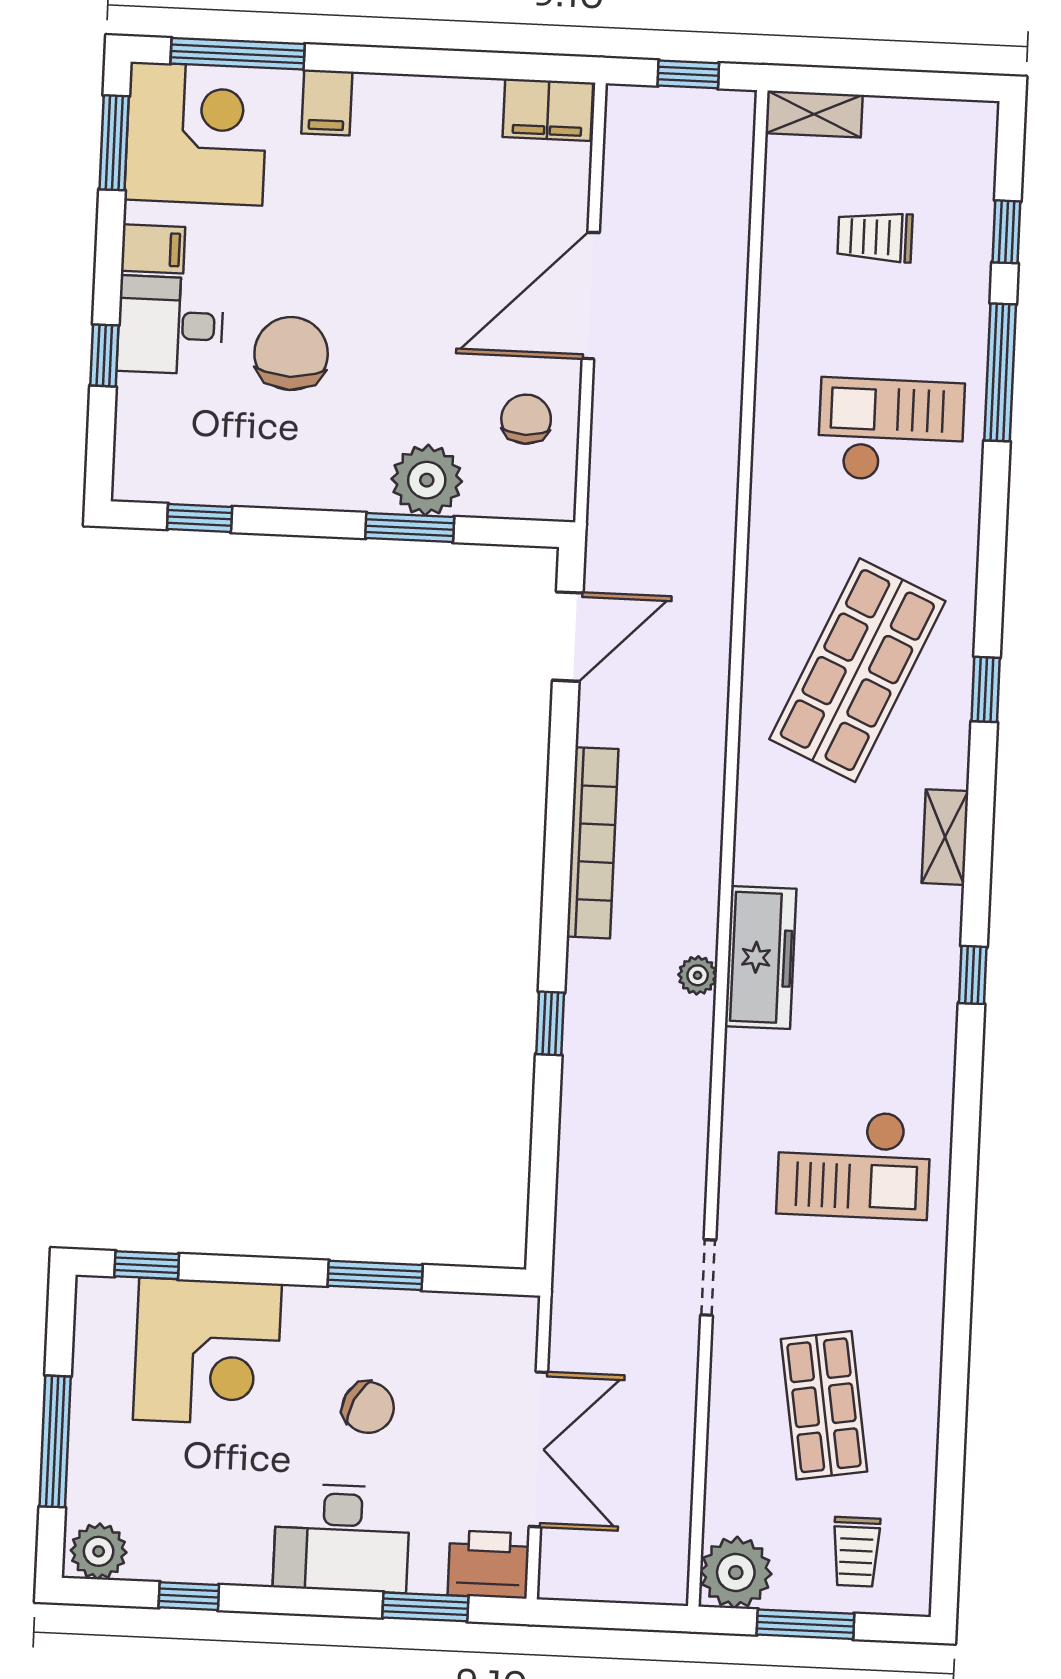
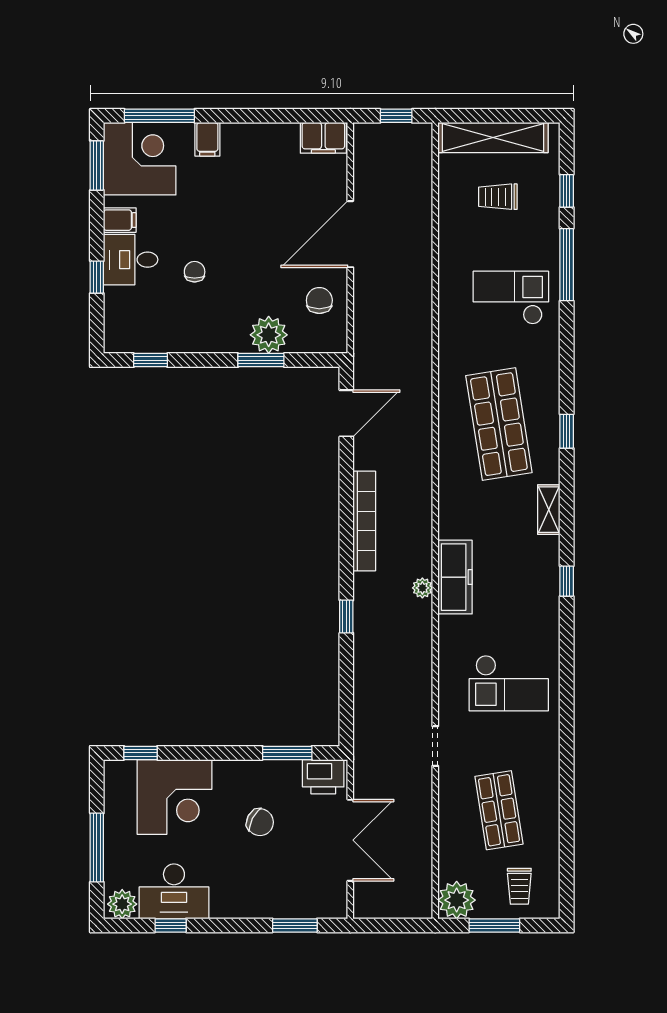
shelving: (814, 114) -> (493, 137), width x2.20, depth x1.33
chair: (291, 354) -> (195, 272), width x0.54, depth x0.54
shop shelf: (857, 670) -> (499, 424), turned -33
window: (375, 1275) -> (287, 753), moved
desk: (342, 1538) -> (174, 891), moved
printer: (489, 1564) -> (323, 777), moved, turned 180

